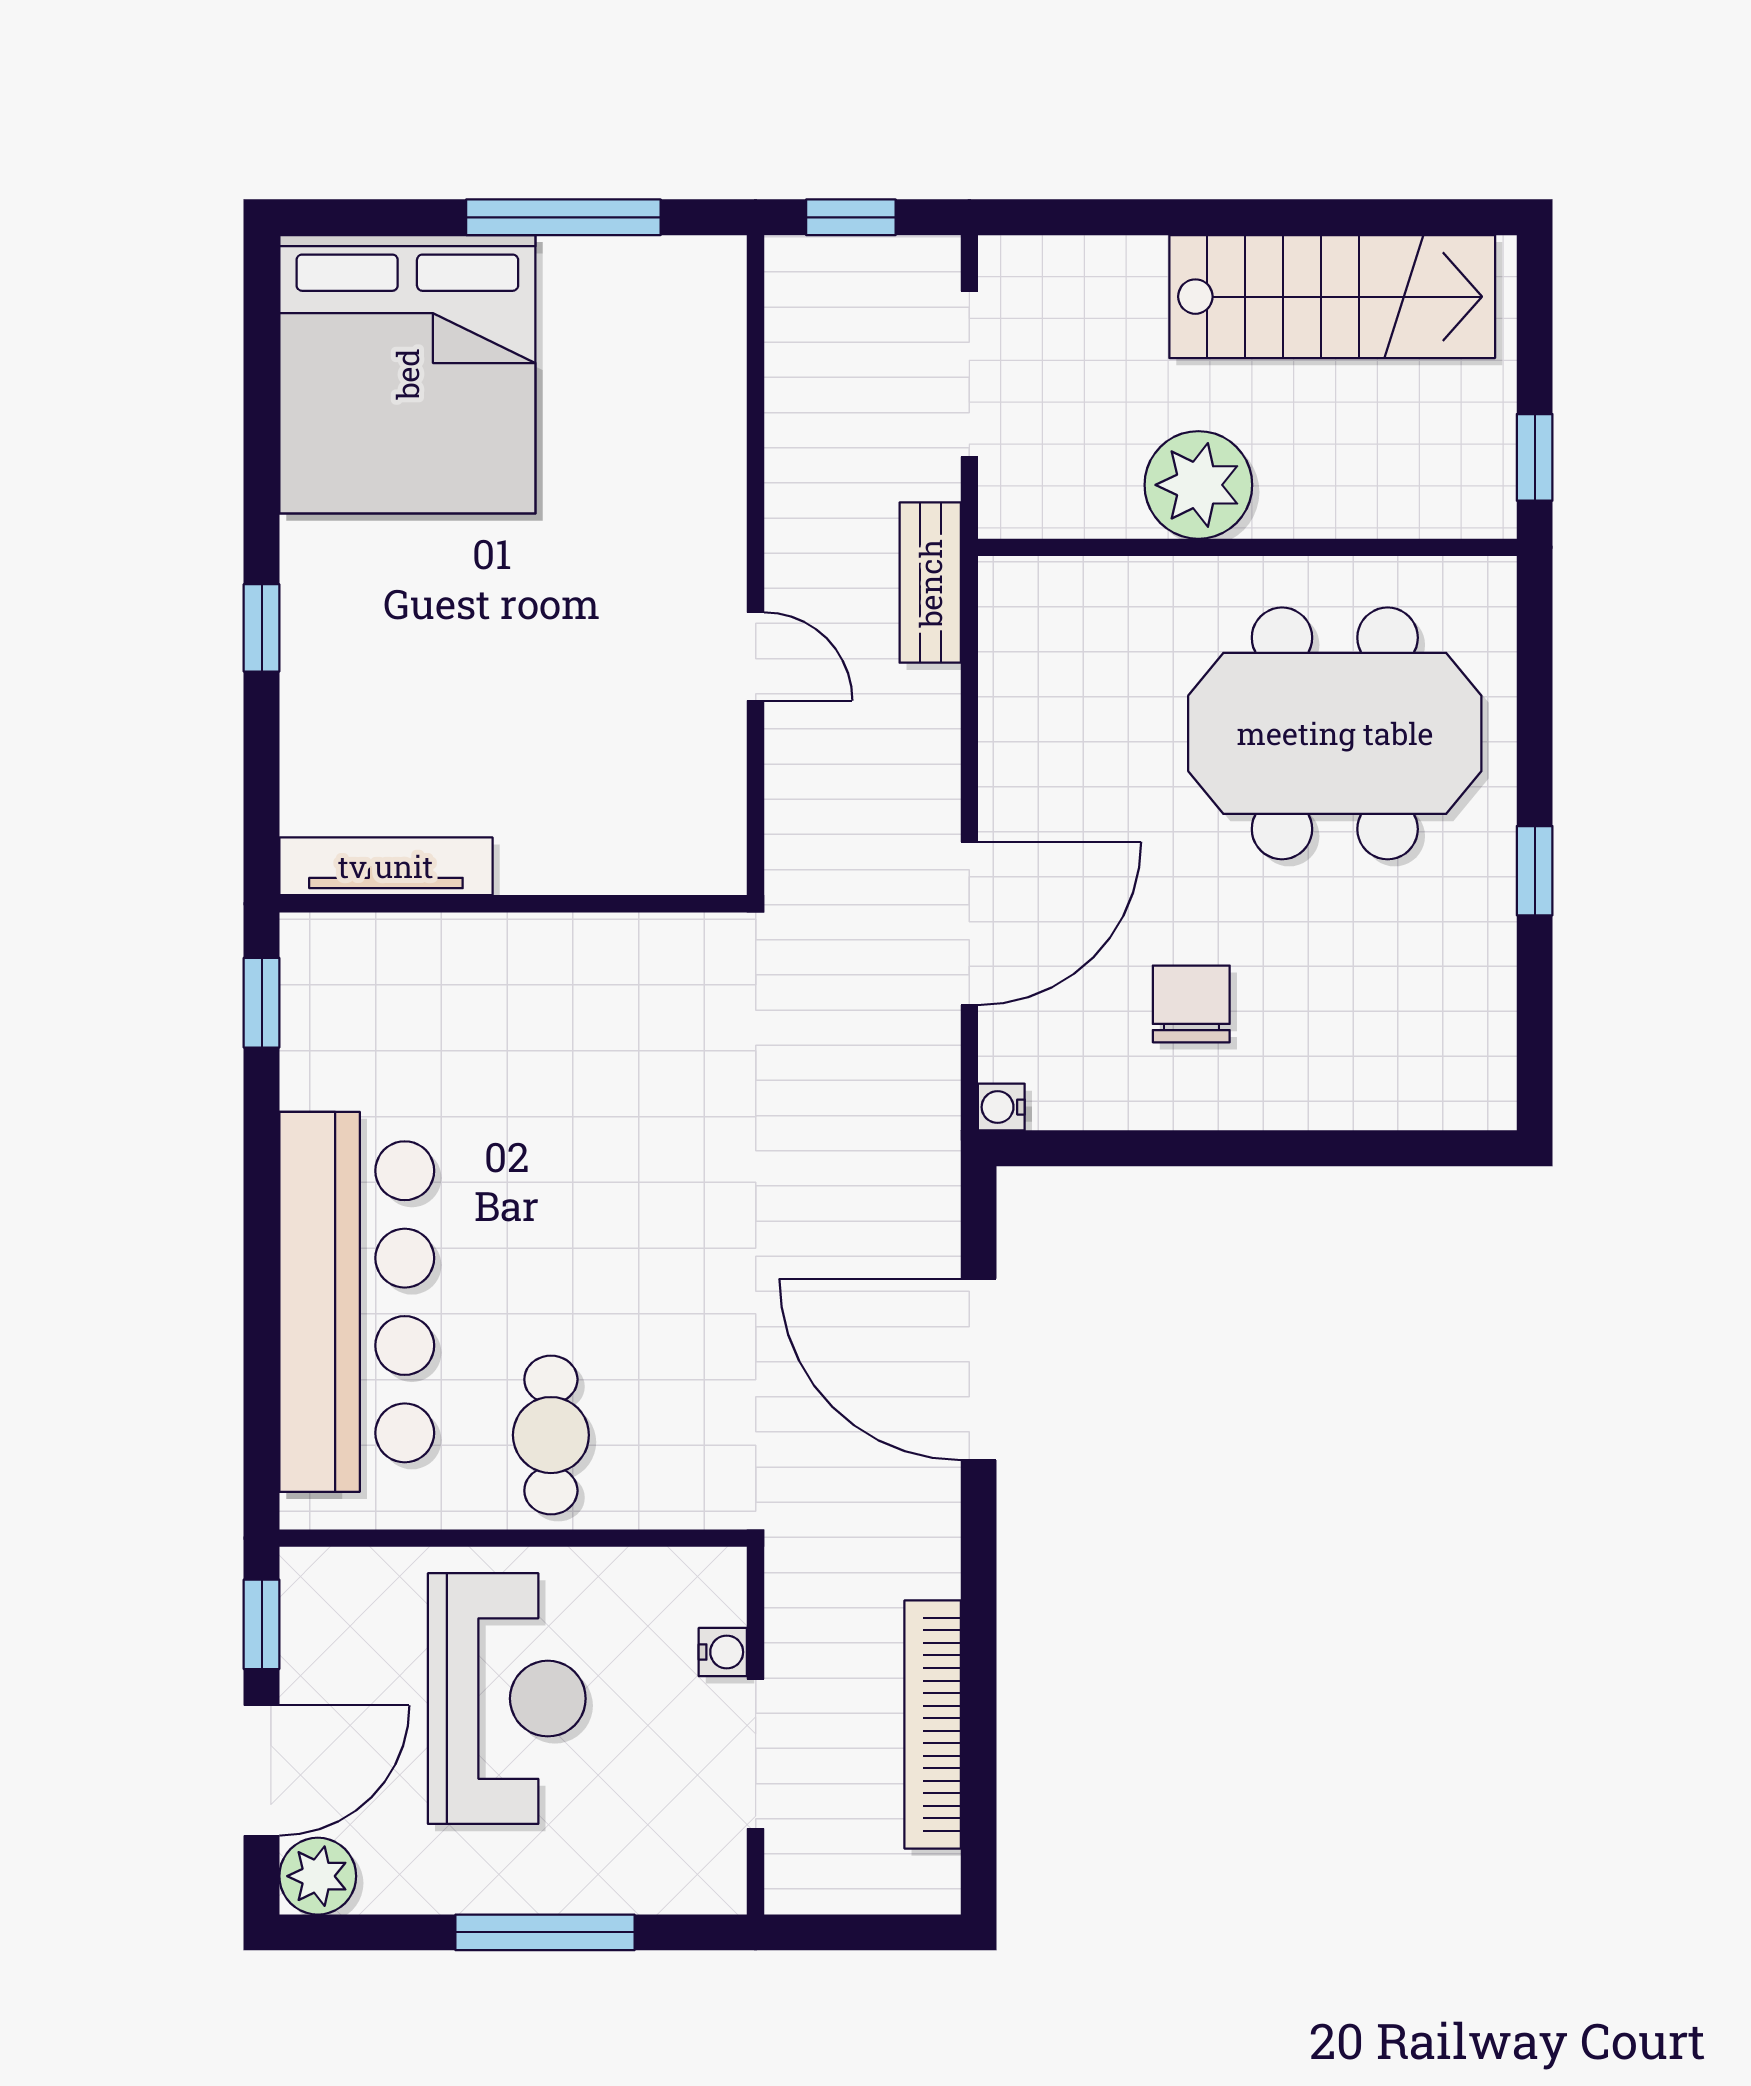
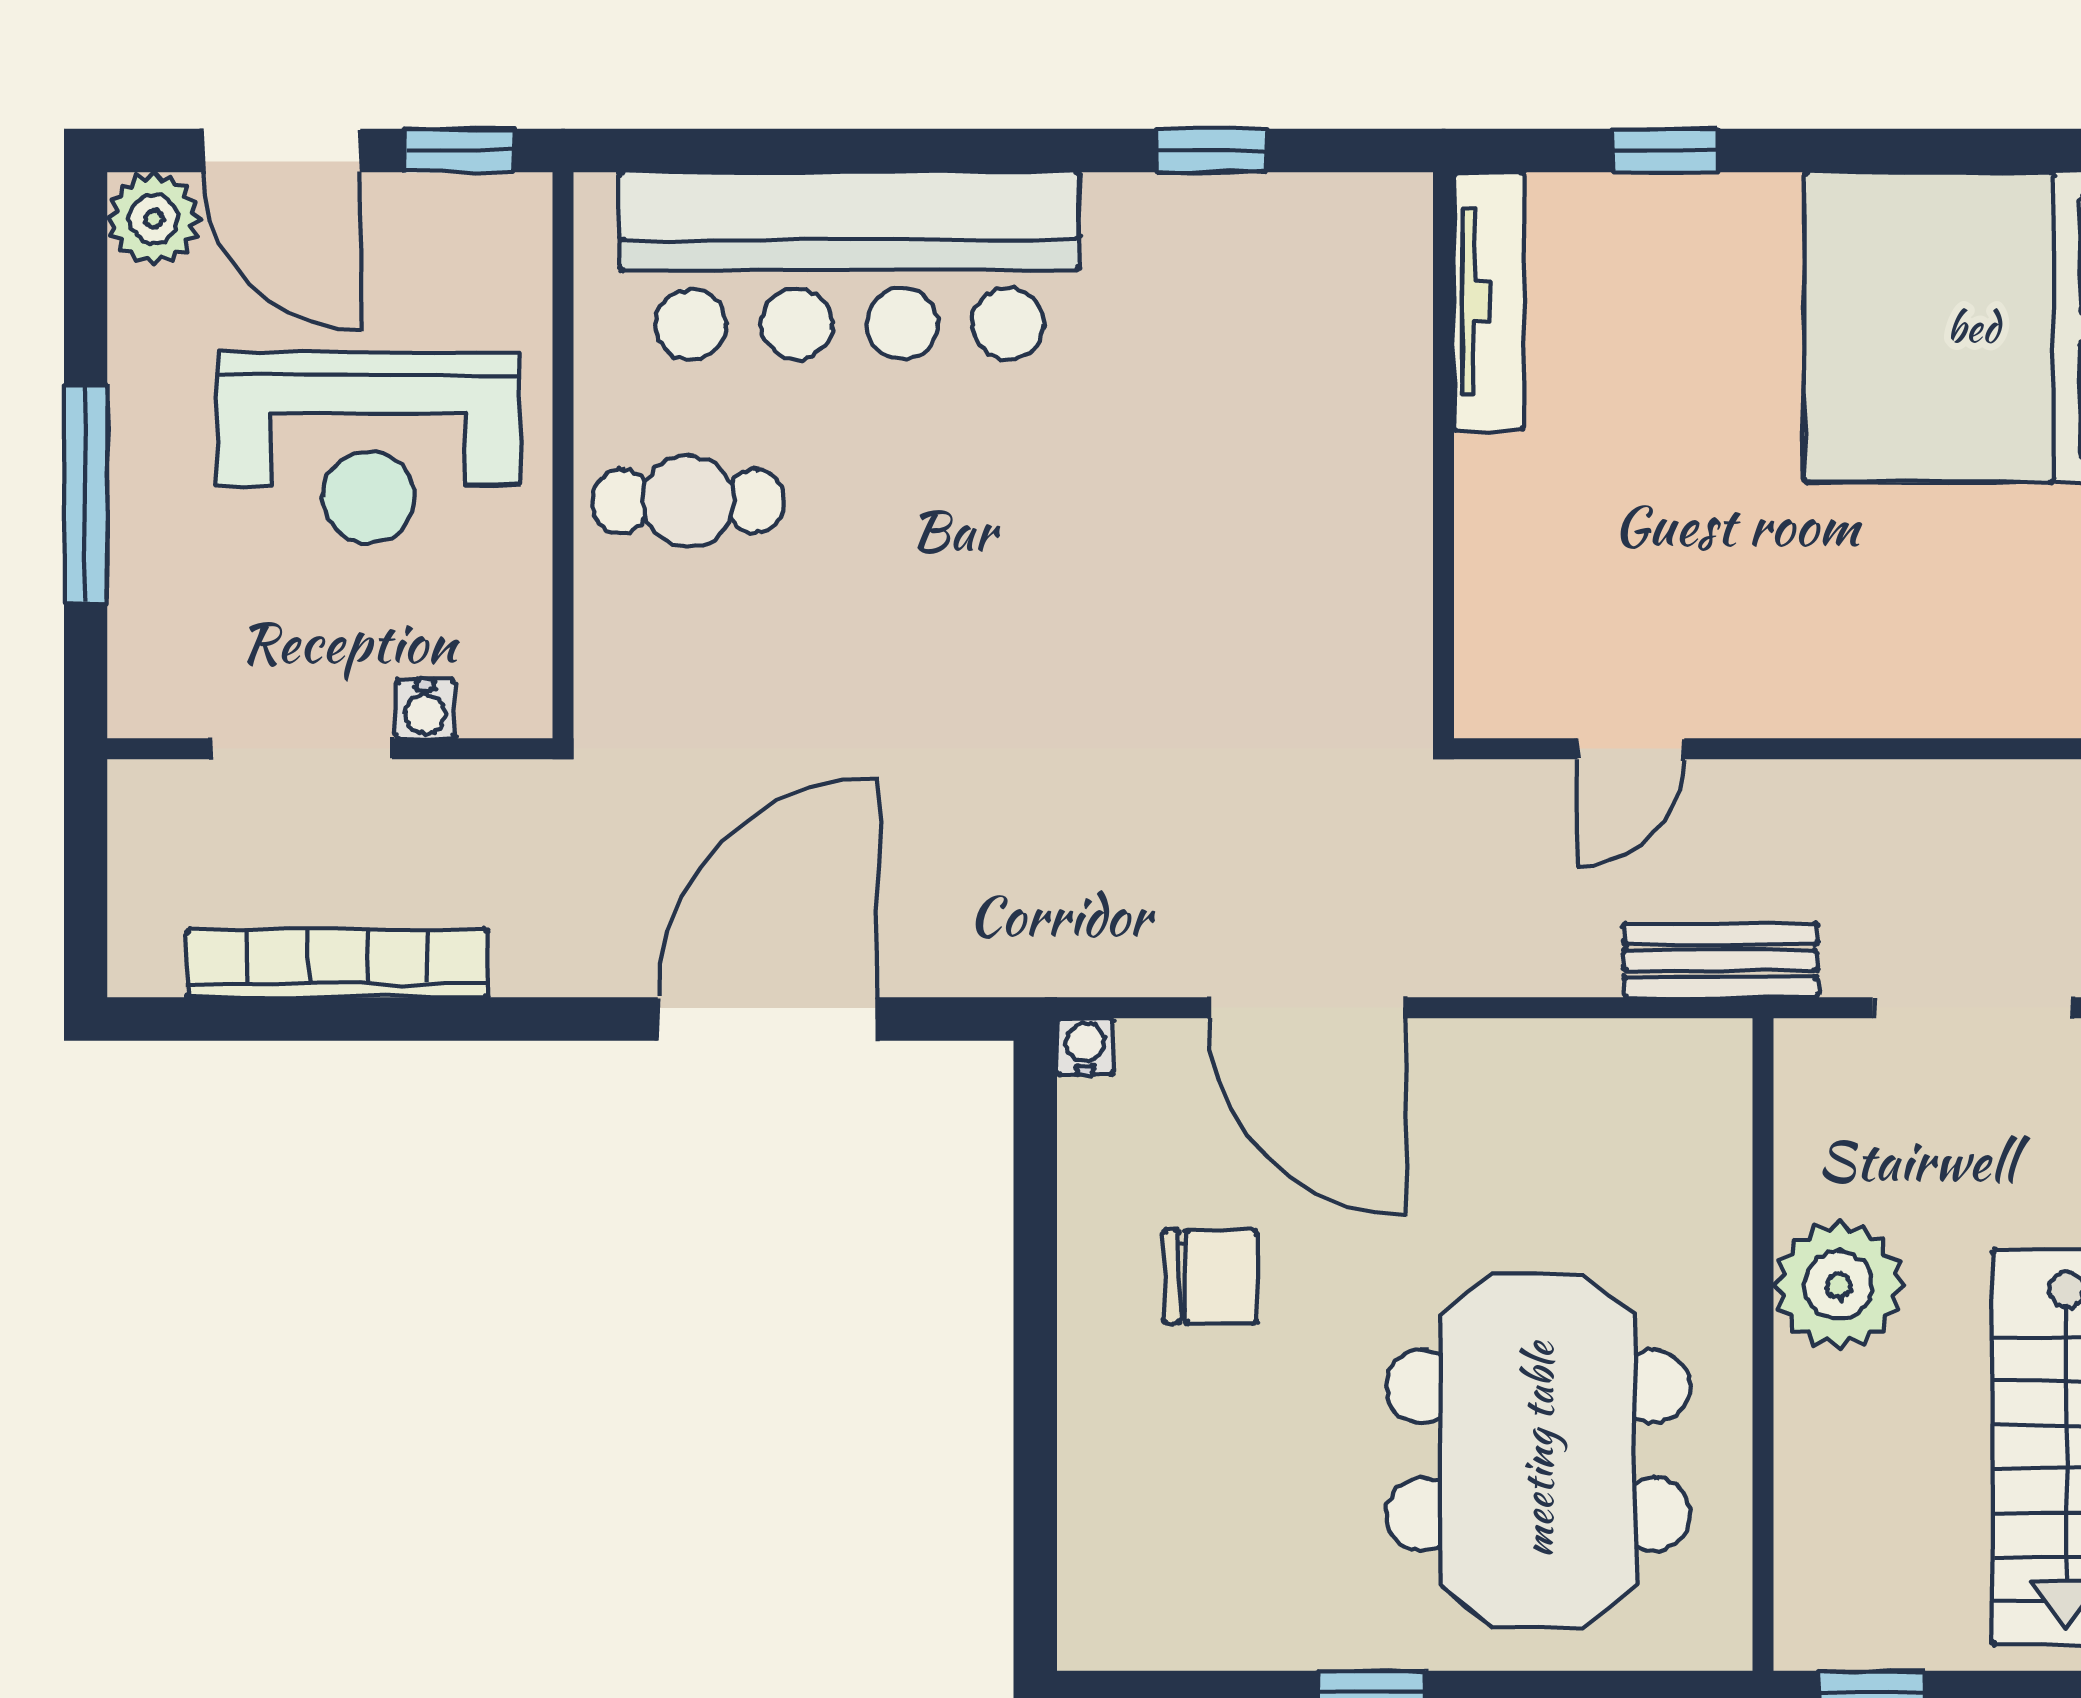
tv unit: (386, 866) -> (1489, 301), moved
wall: (513, 904) -> (1444, 455), moved

